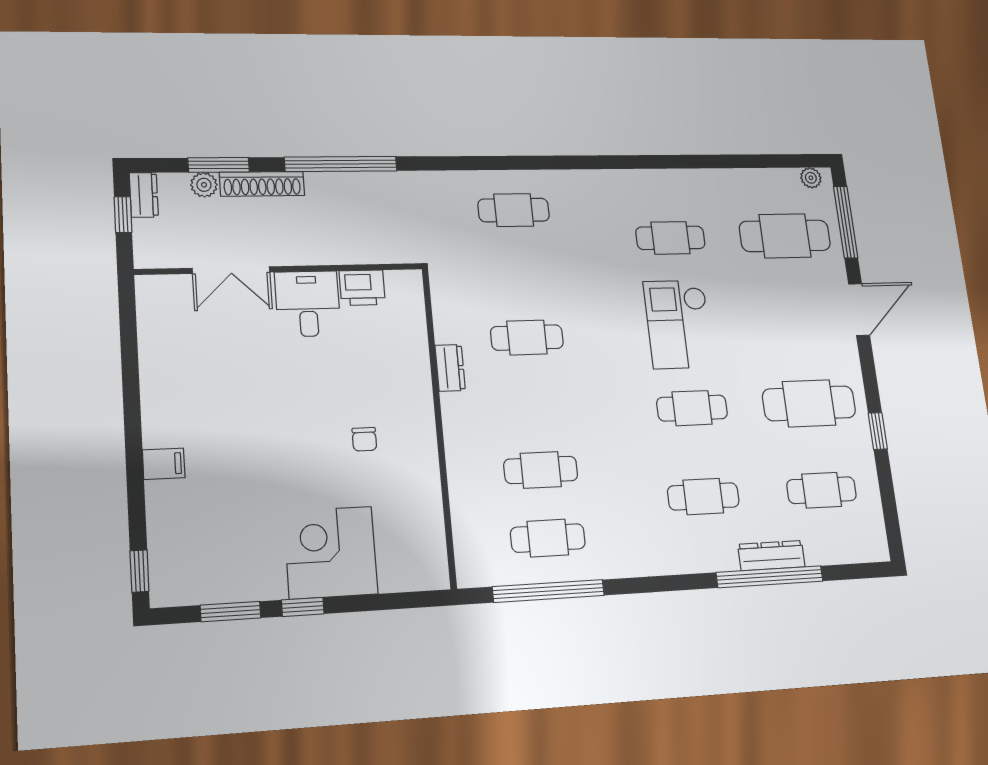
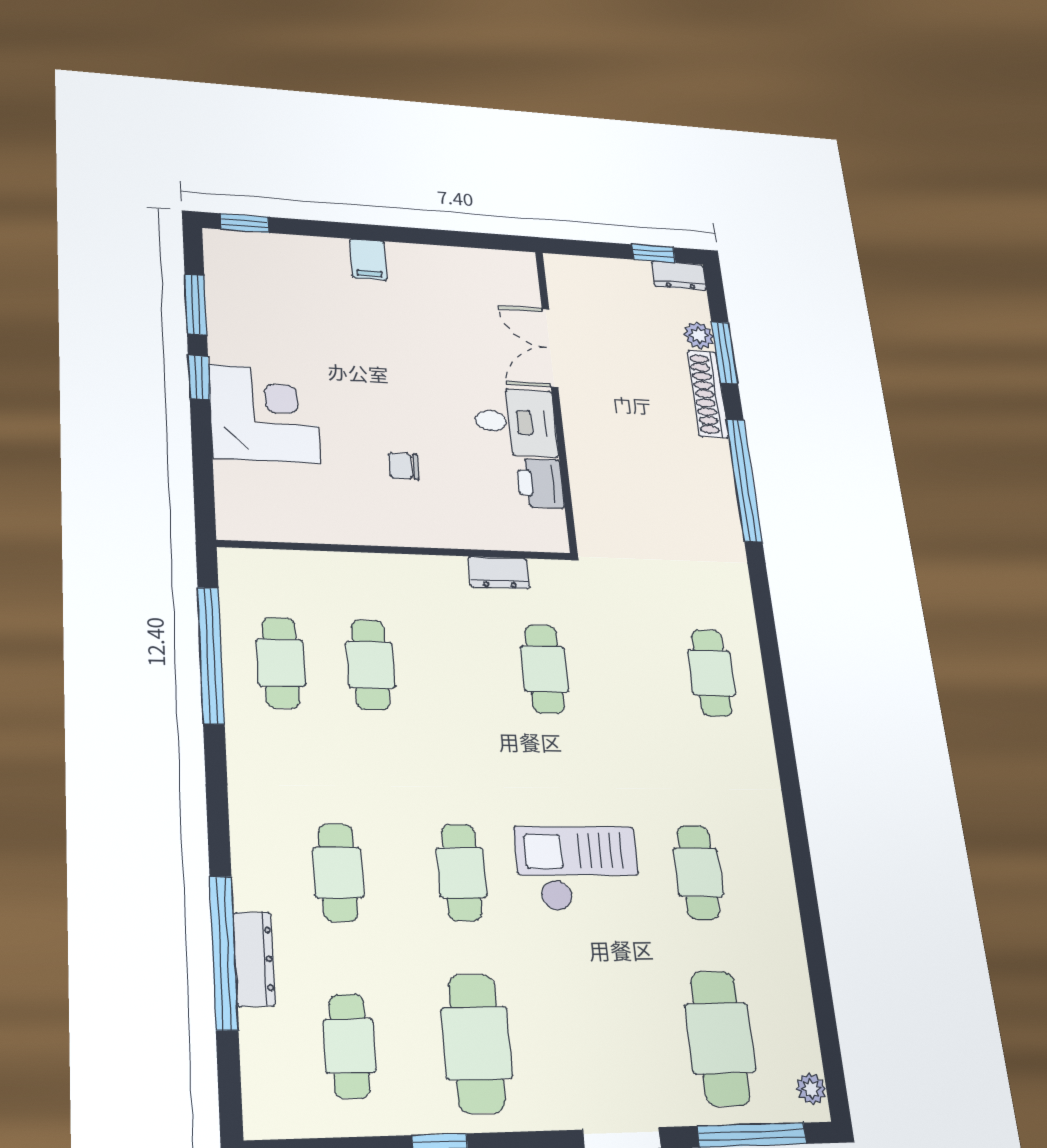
wall: (280, 269) -> (556, 398), moved
double door: (231, 270) -> (550, 348), moved
printer: (362, 288) -> (540, 483), moved
desk: (308, 304) -> (515, 422), moved

